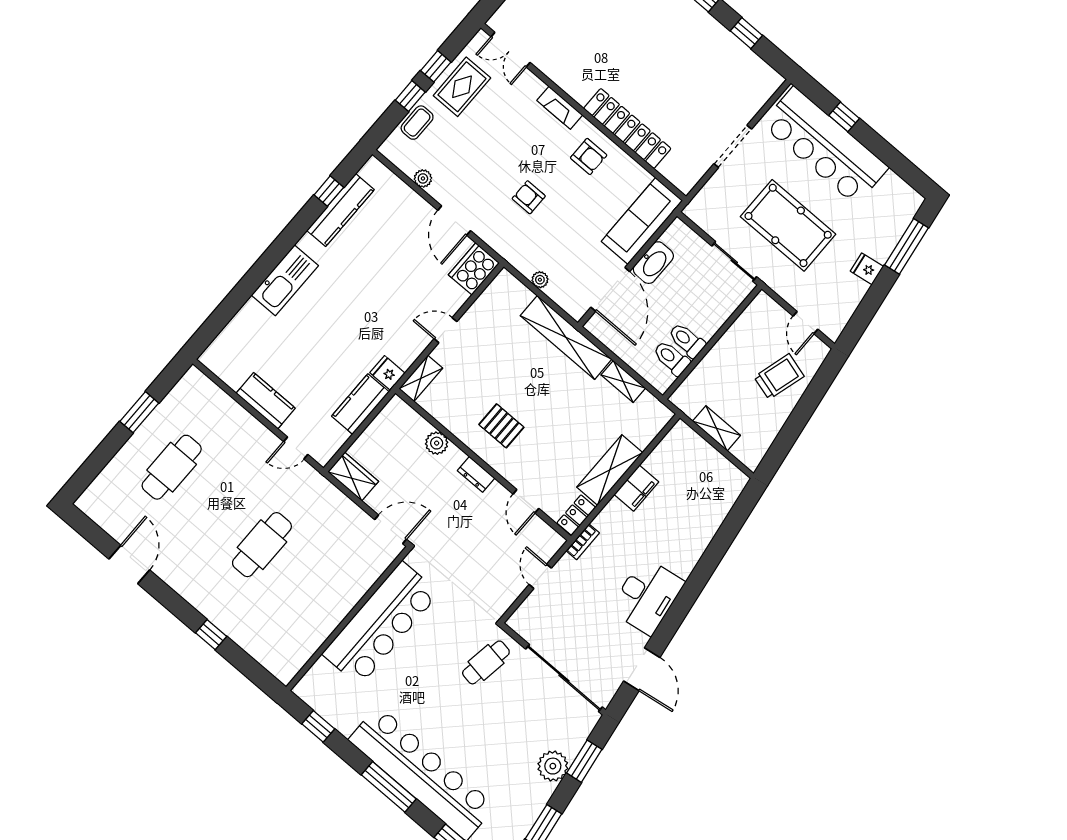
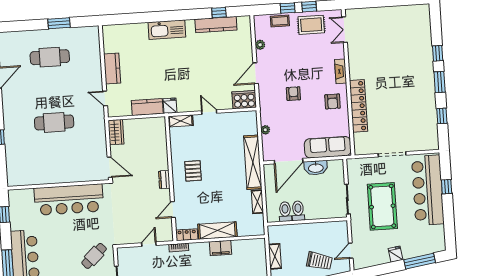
plant: (437, 443) -> (161, 152), removed
cafe table: (486, 662) -> (94, 256), turned -52

